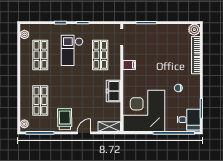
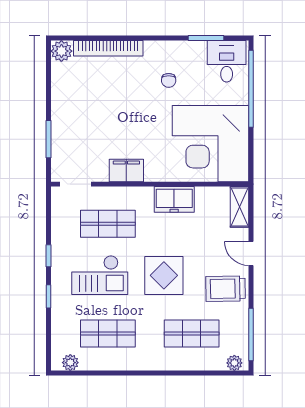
filing cabinet: (129, 65) -> (126, 170), width x2.00
display table: (72, 85) -> (164, 275), added

